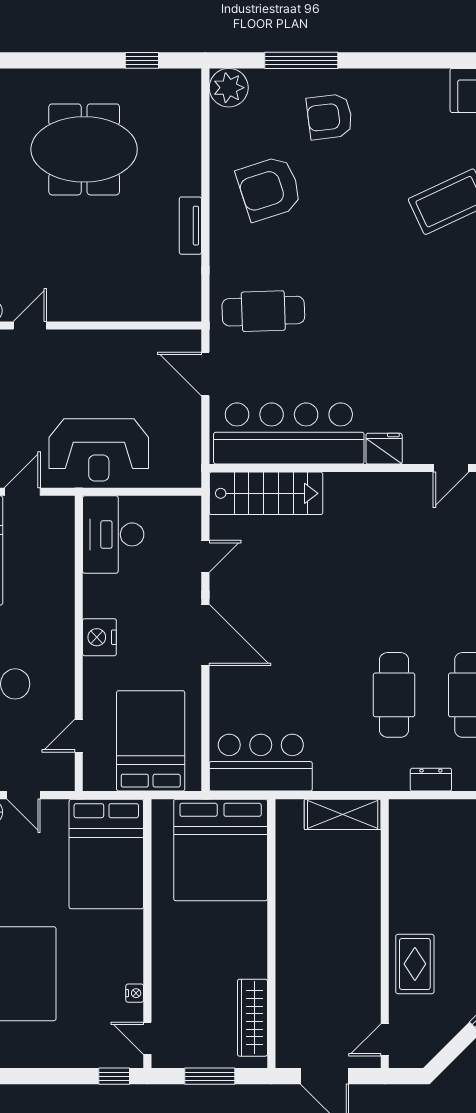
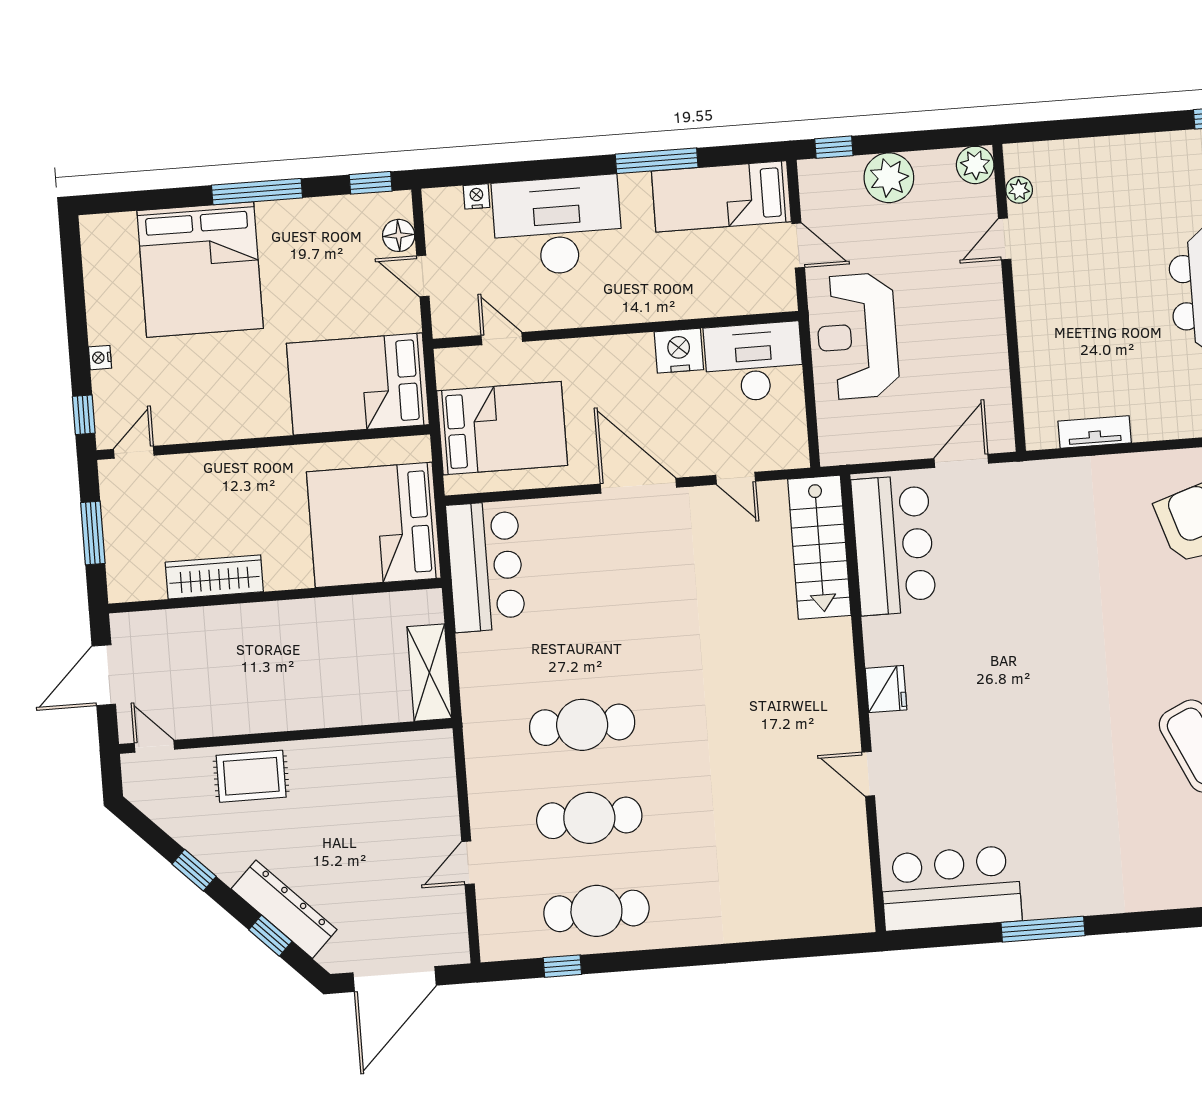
tv unit: (190, 226) -> (1095, 432), moved
cafe table: (263, 311) -> (1045, 527), removed
door: (30, 326) -> (1005, 239), swing flipped
bar counter: (289, 433) -> (894, 545), width x0.73
door: (205, 635) -> (638, 486), swing flipped
nightstand: (99, 637) -> (679, 351), moved
dresser: (431, 780) -> (481, 779), removed
door: (24, 795) -> (423, 276), hinge flipped
nightstand: (135, 993) -> (100, 358), moved, turned 90
wardrobe: (252, 1018) -> (214, 577), moved

